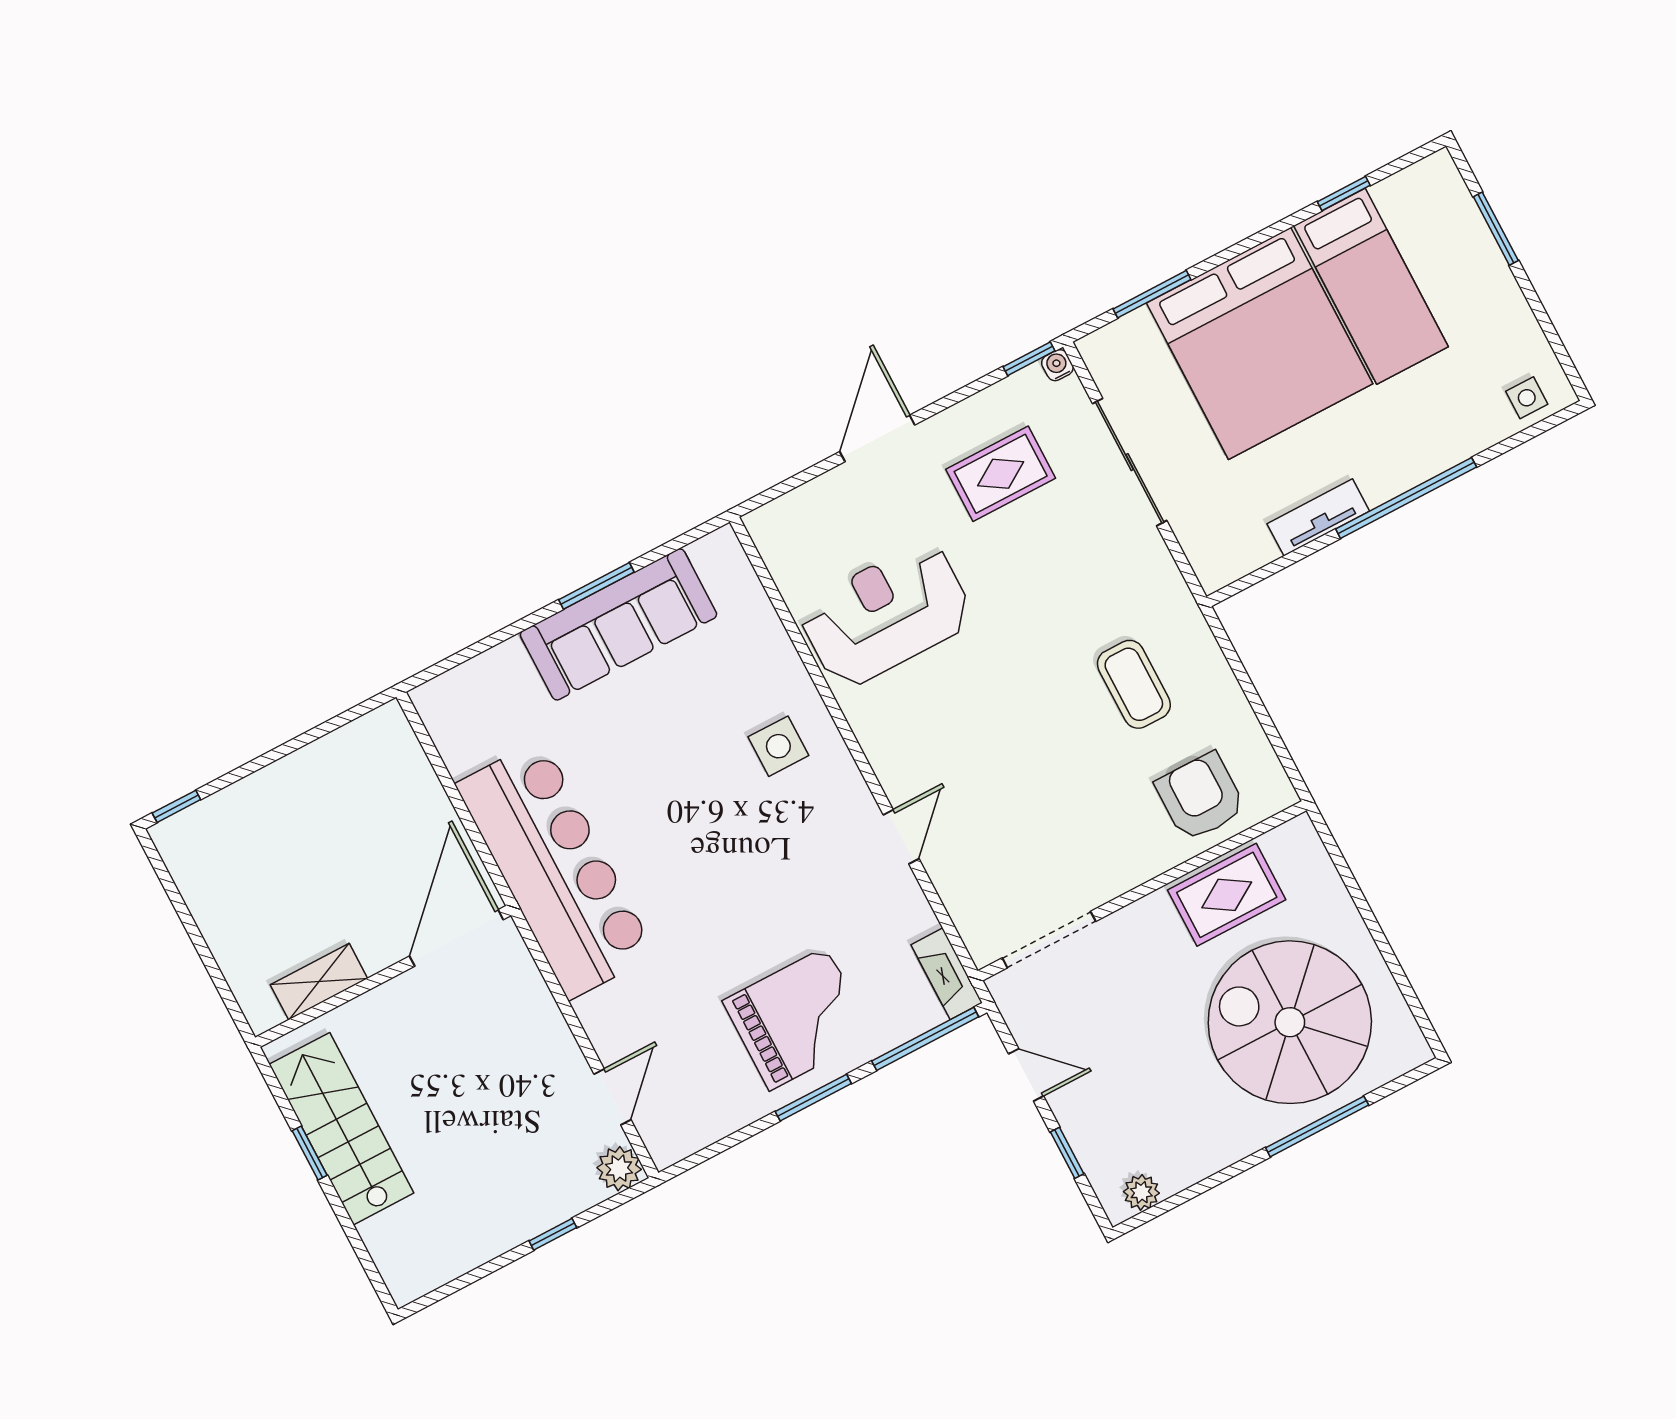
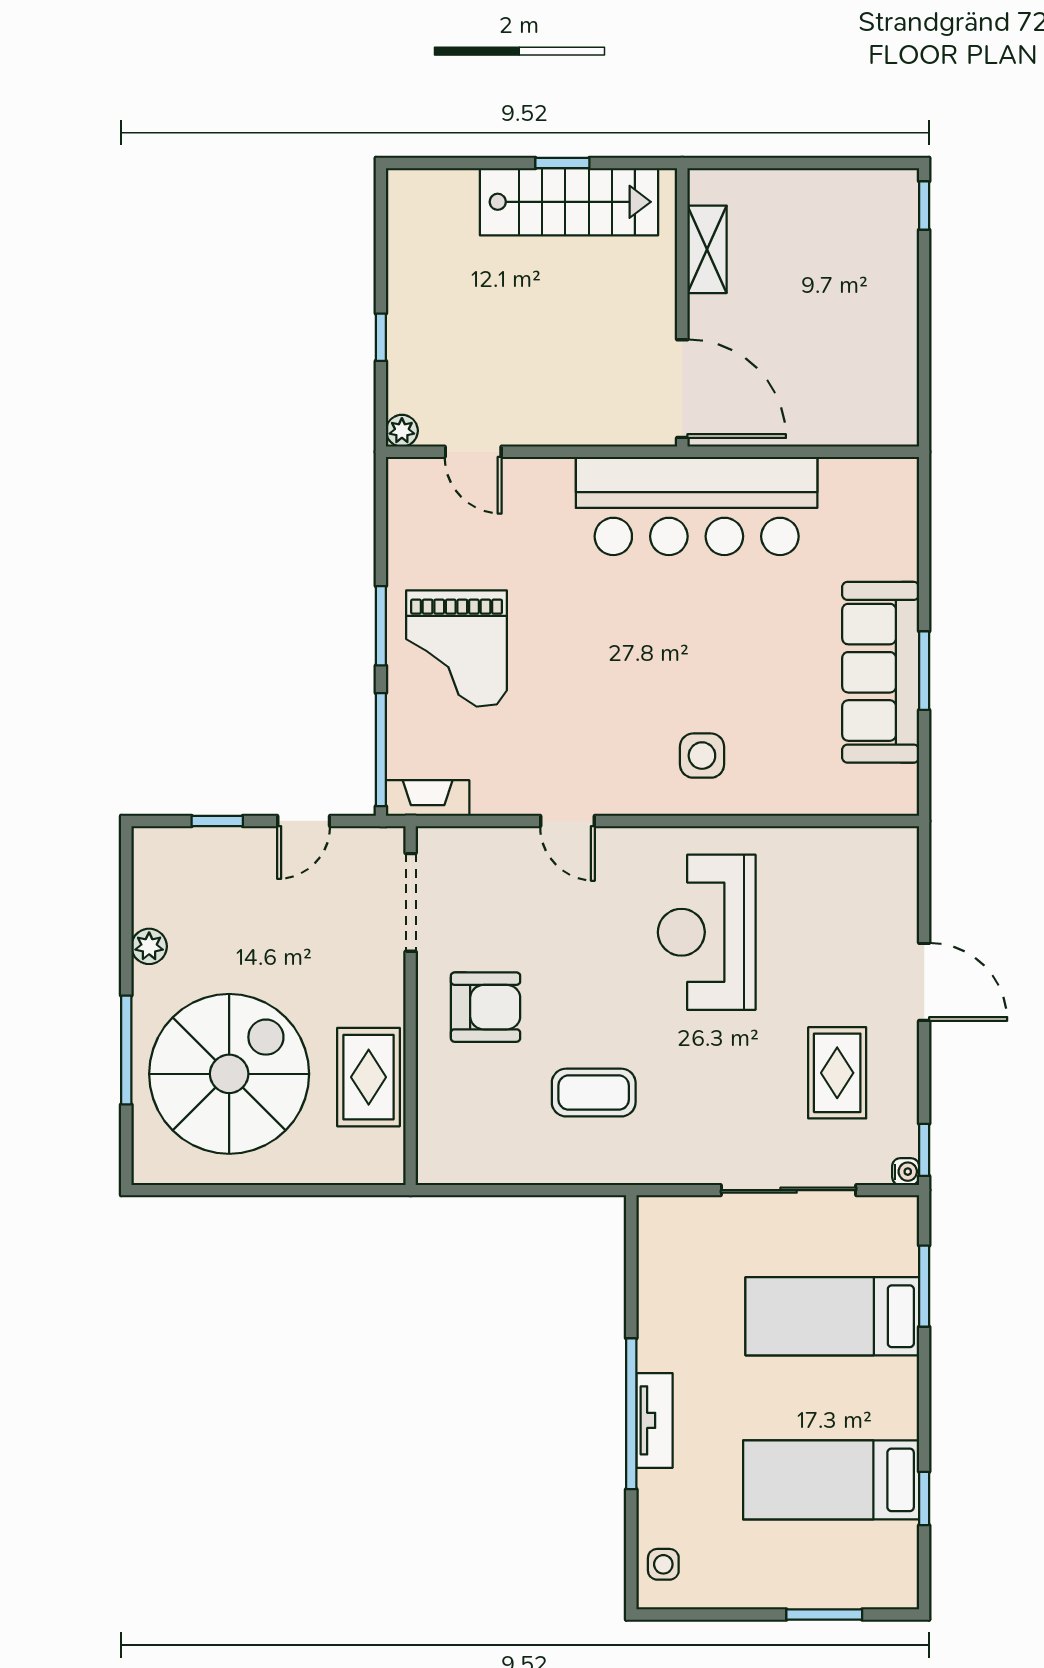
bed: (1260, 343) -> (832, 1316), width x0.49
tv unit: (1318, 517) -> (654, 1420), moved
reception desk: (886, 614) -> (707, 932), moved, turned 180
armchair: (1200, 797) -> (486, 1007), moved
plant: (619, 1169) -> (402, 431), width x0.73, depth x0.73
plant: (1141, 1192) -> (149, 946), moved

